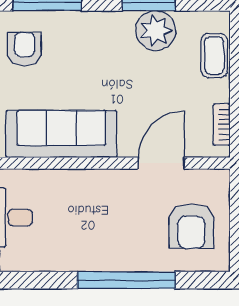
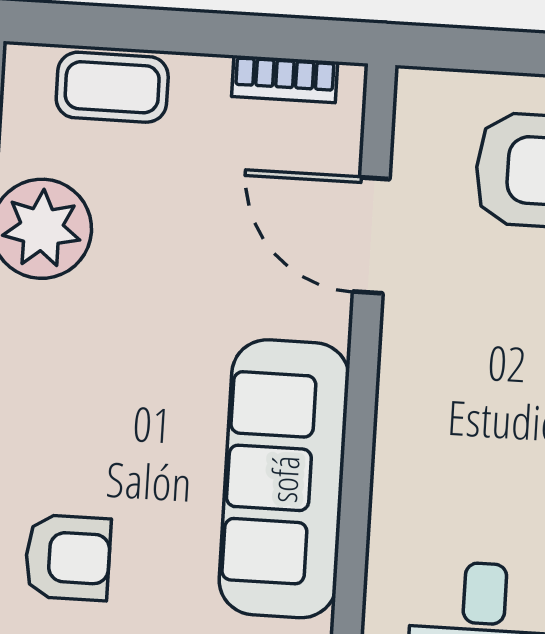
armchair: (25, 49) -> (68, 557), turned 180

